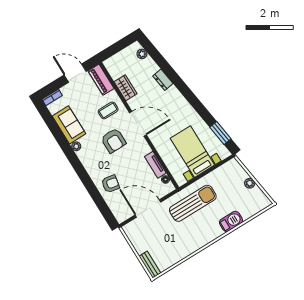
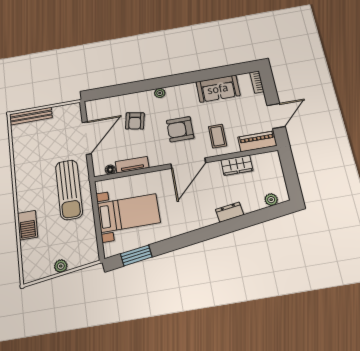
plant: (76, 146) -> (160, 93), moved
armchair: (111, 184) -> (135, 121), moved
bench: (150, 265) -> (31, 116), width x1.36

